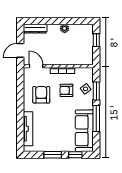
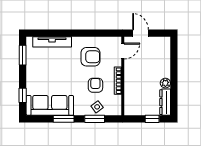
dresser: (35, 29) -> (165, 102), moved
window: (96, 118) -> (64, 119), width x0.69
window: (53, 155) -> (23, 55), moved

